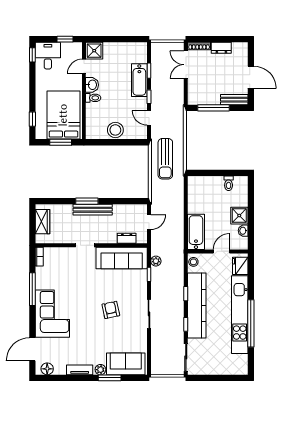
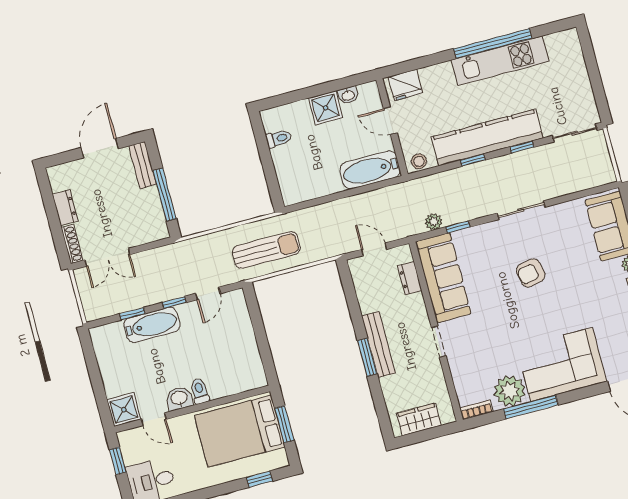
stool: (115, 130) -> (242, 342), removed
plant: (45, 279) -> (510, 391), added
kitchen unit: (240, 315) -> (500, 61), width x0.73

